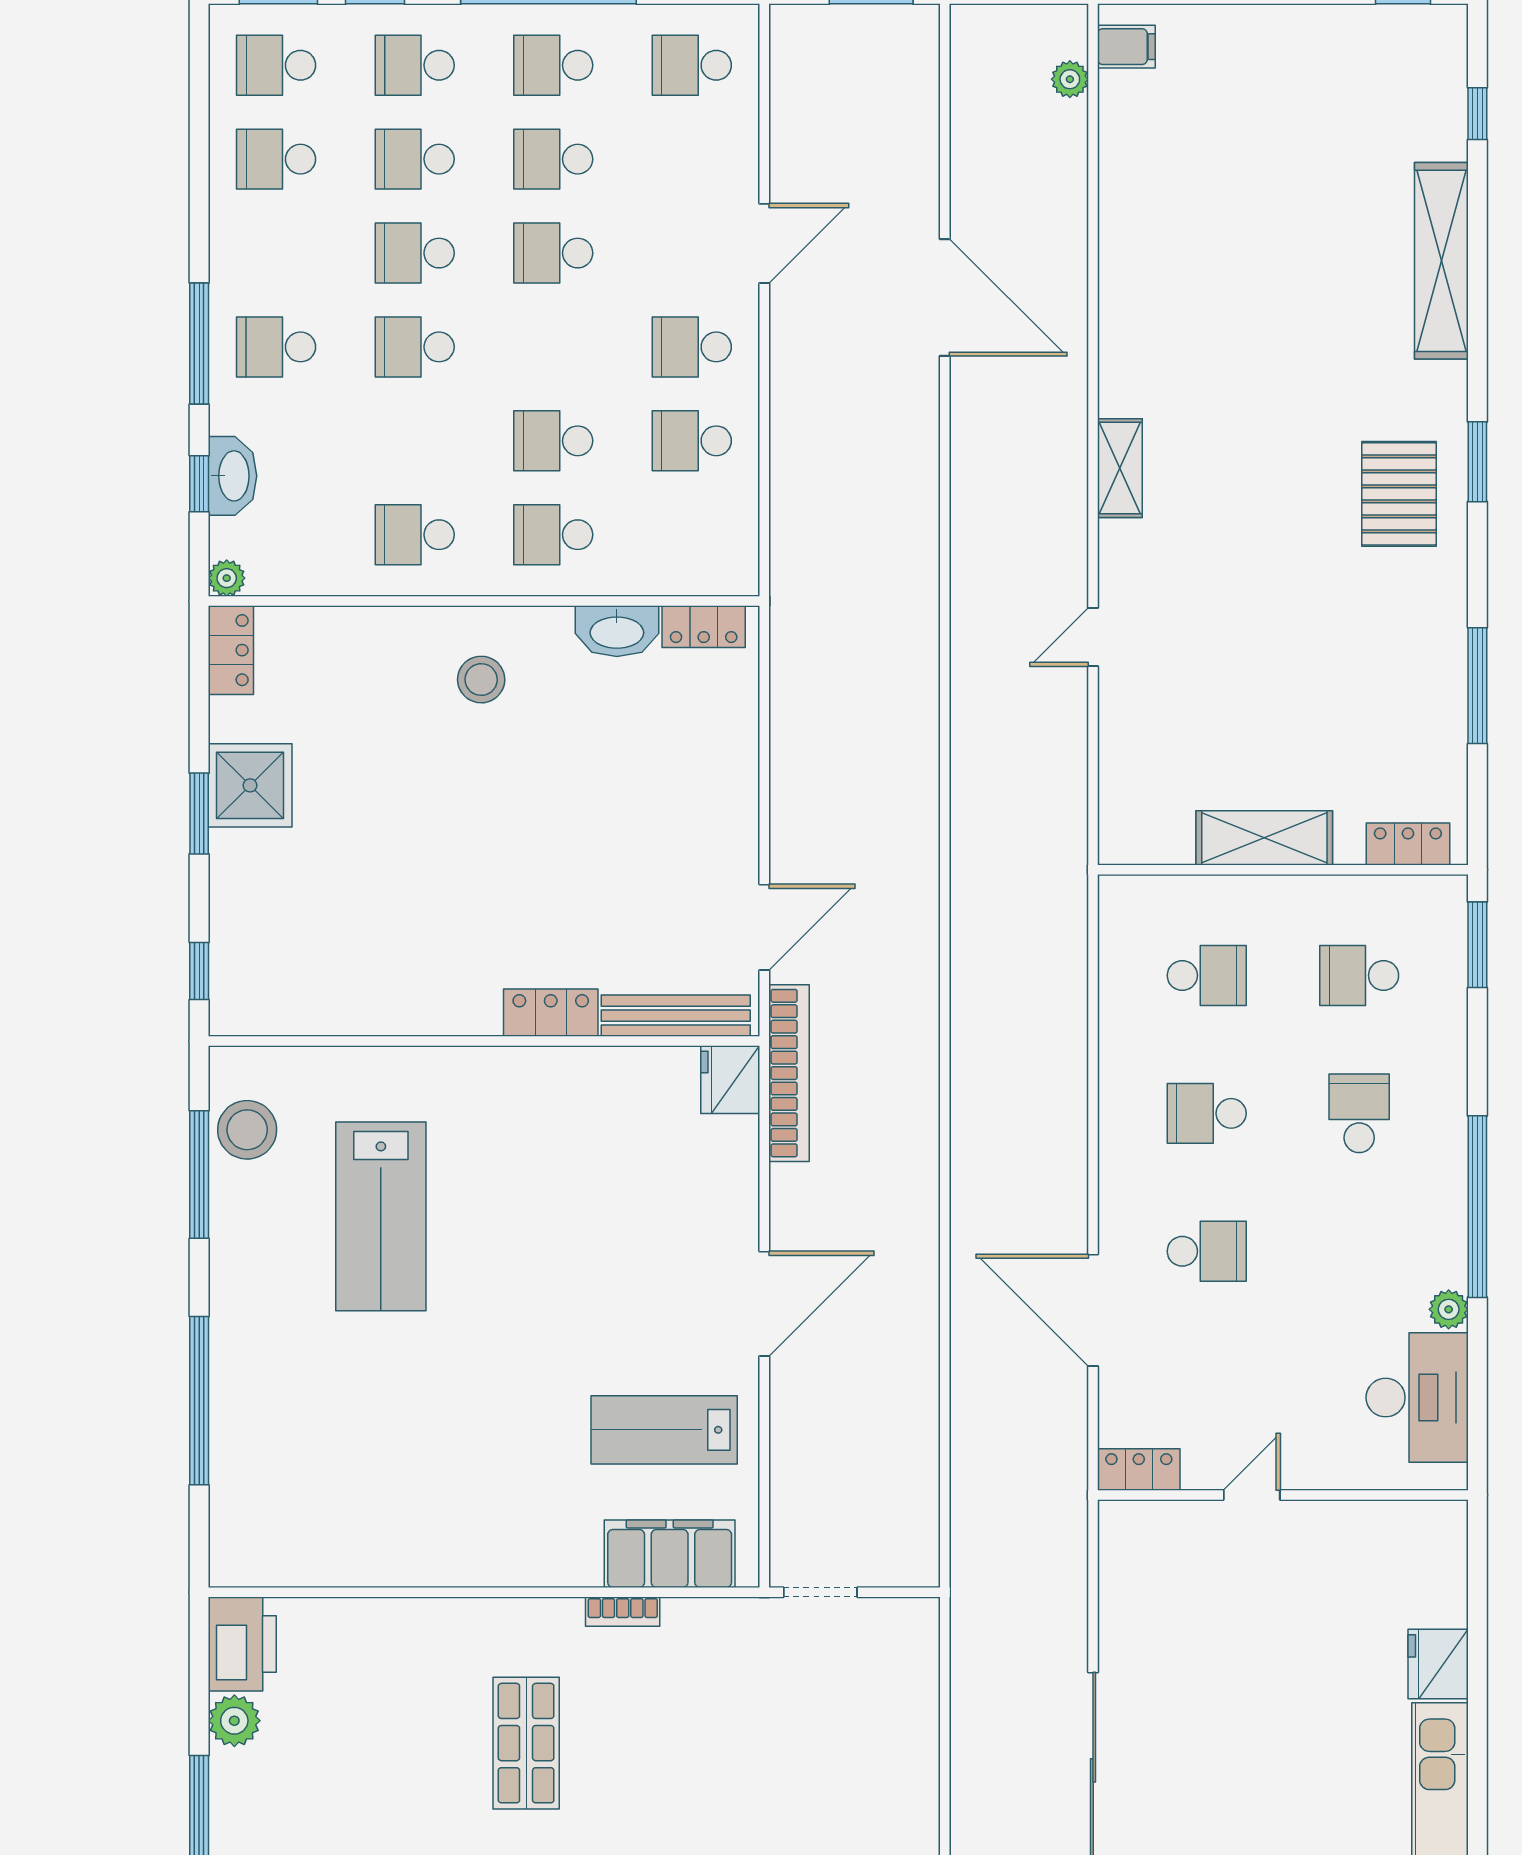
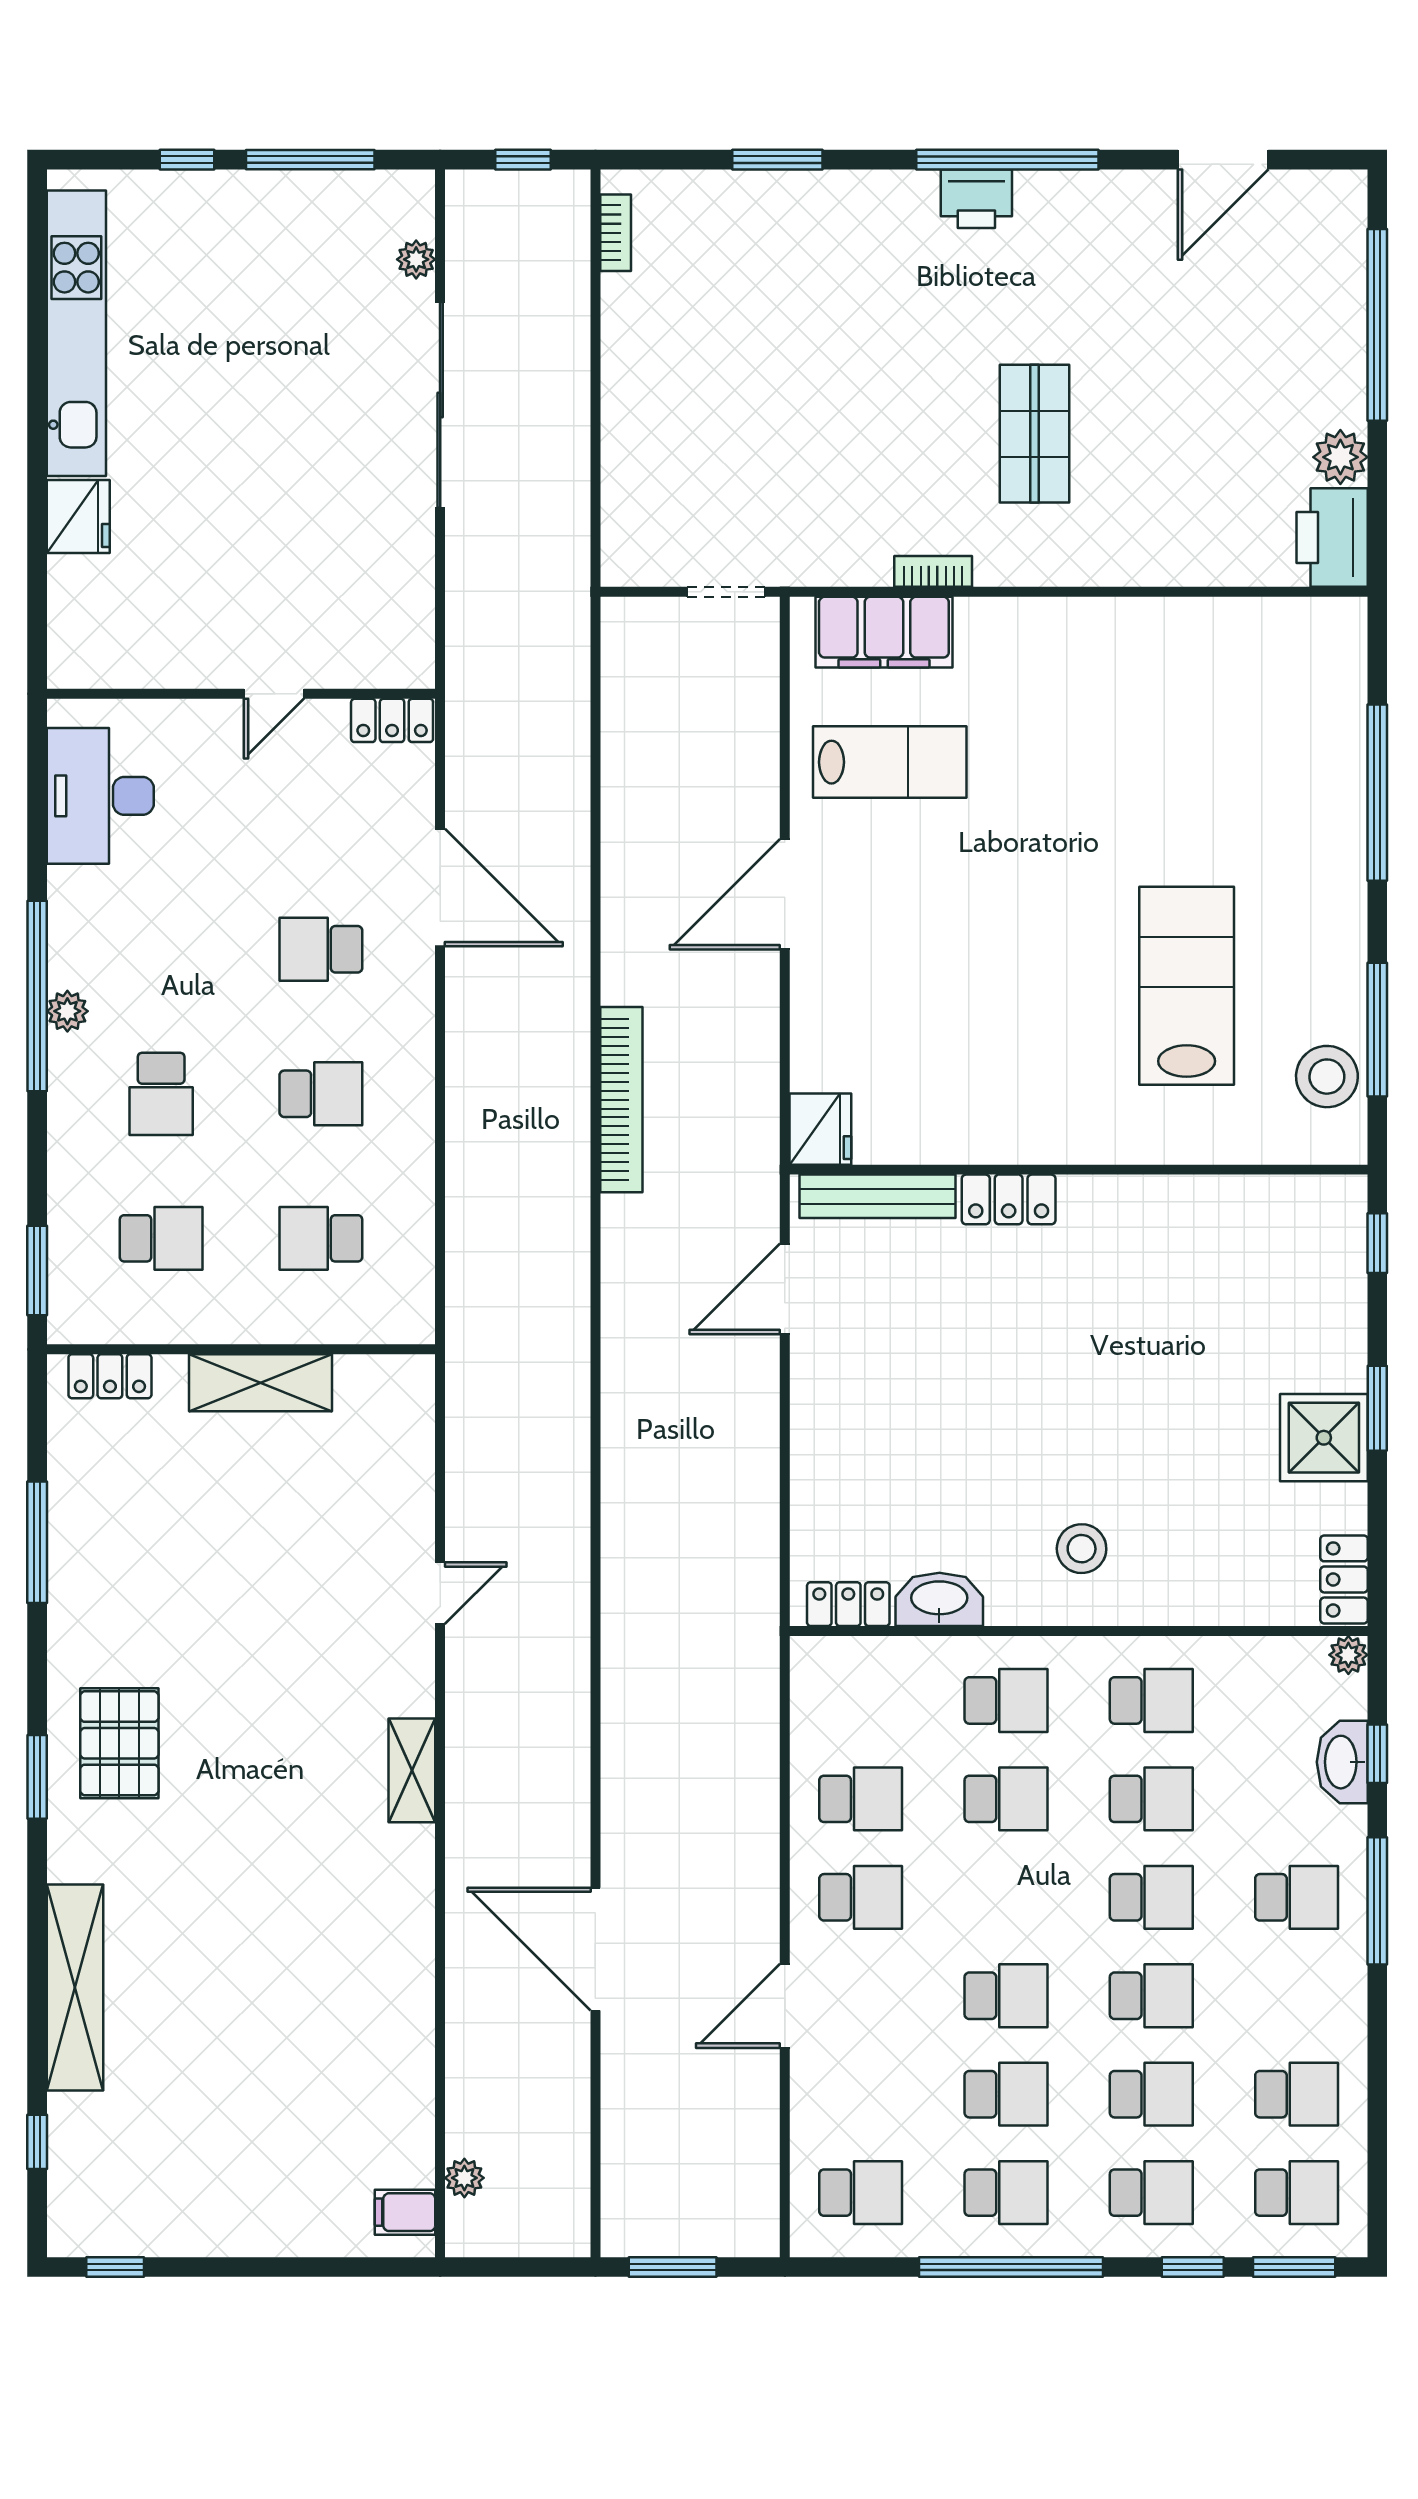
school desk: (415, 441) -> (1151, 1799), added
bookcase: (789, 1073) -> (621, 1100), moved, turned 180
plant: (1449, 1309) -> (67, 1011), moved

